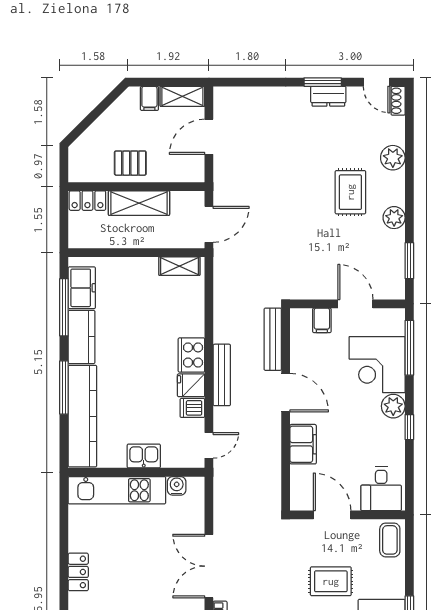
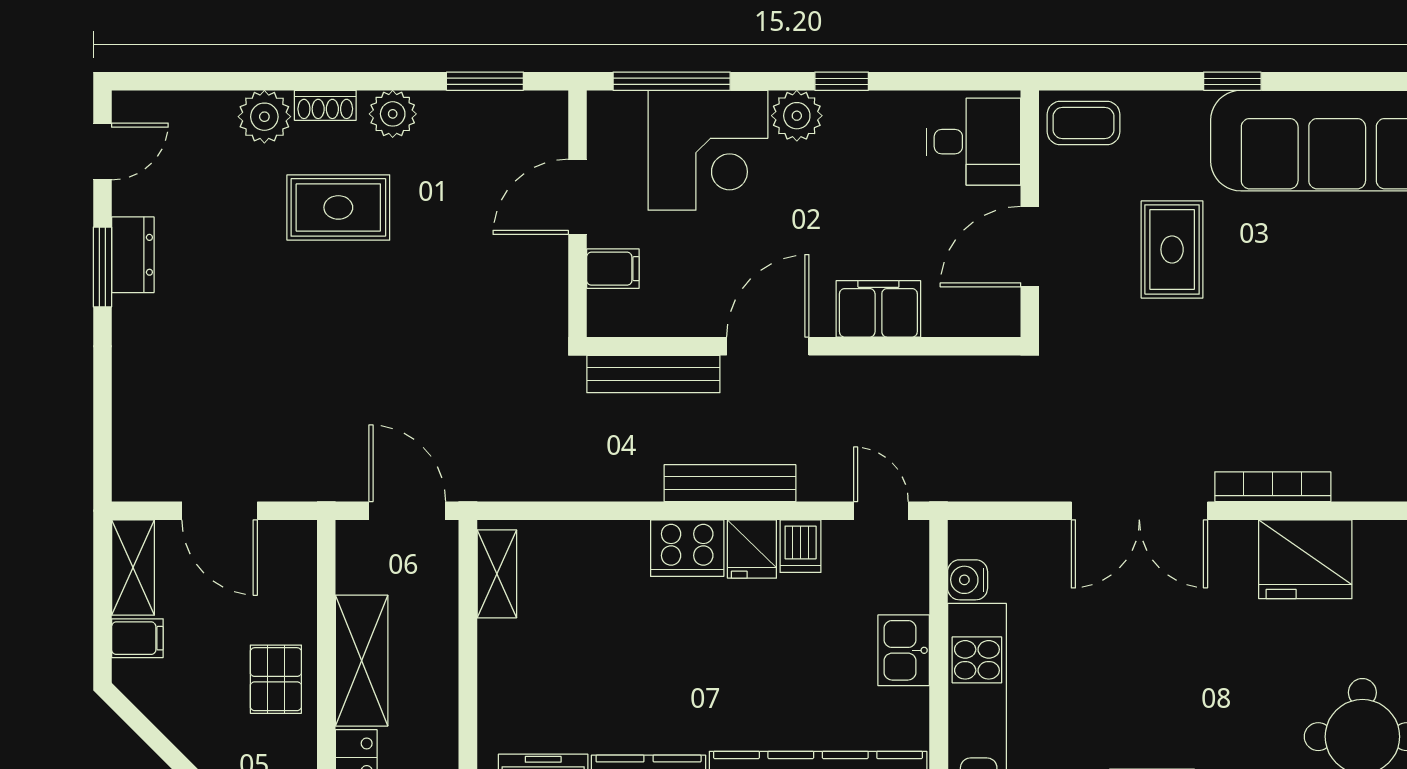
shoe rack: (398, 101) -> (325, 105), moved

